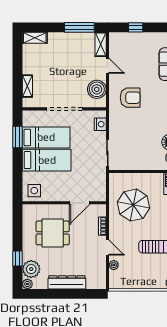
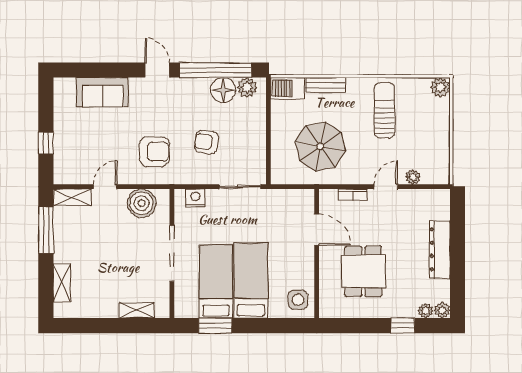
shelving: (35, 38) -> (62, 283), moved
armchair: (130, 98) -> (154, 152), turned 90
armchair: (136, 131) -> (207, 142), added
plant: (31, 269) -> (426, 311), width x0.53, depth x0.53

